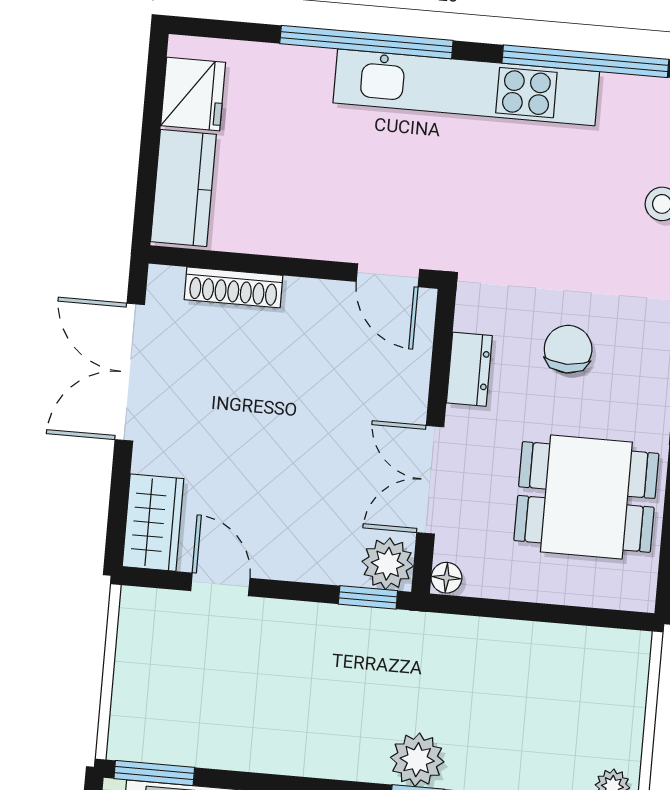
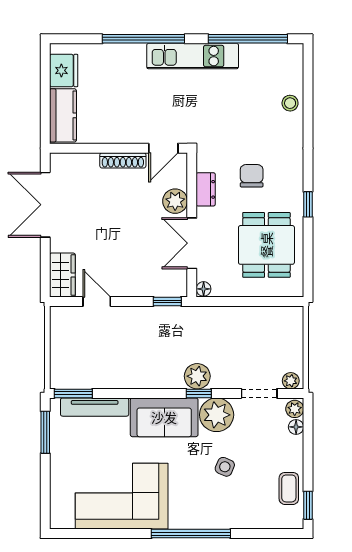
kitchen unit: (466, 87) -> (193, 56), width x0.73
door: (388, 275) -> (163, 148), hinge flipped
shoe rack: (234, 287) -> (123, 160), moved
dining table: (586, 497) -> (266, 245), turned 90
plant: (388, 564) -> (175, 201), moved

